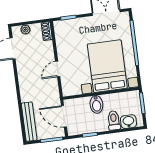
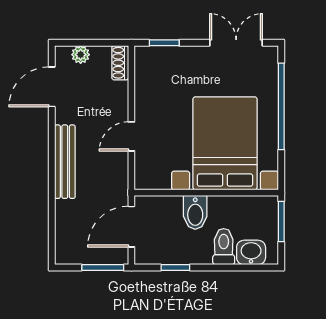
door: (64, 116) -> (131, 227), hinge flipped
bench: (29, 122) -> (65, 162), moved

